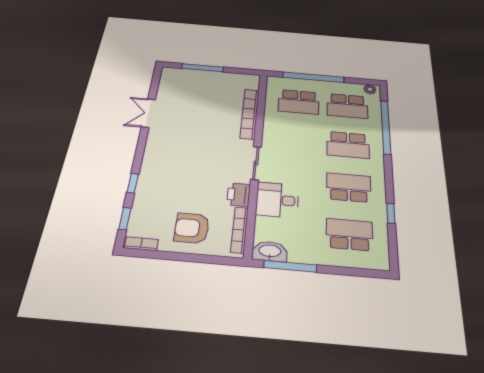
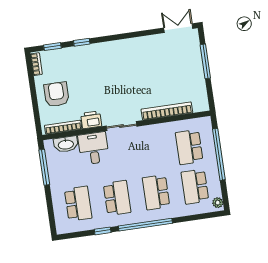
double door: (148, 113) -> (178, 28), moved
window: (386, 127) -> (145, 225), moved
washbasin: (270, 251) -> (66, 144), moved, turned 90

